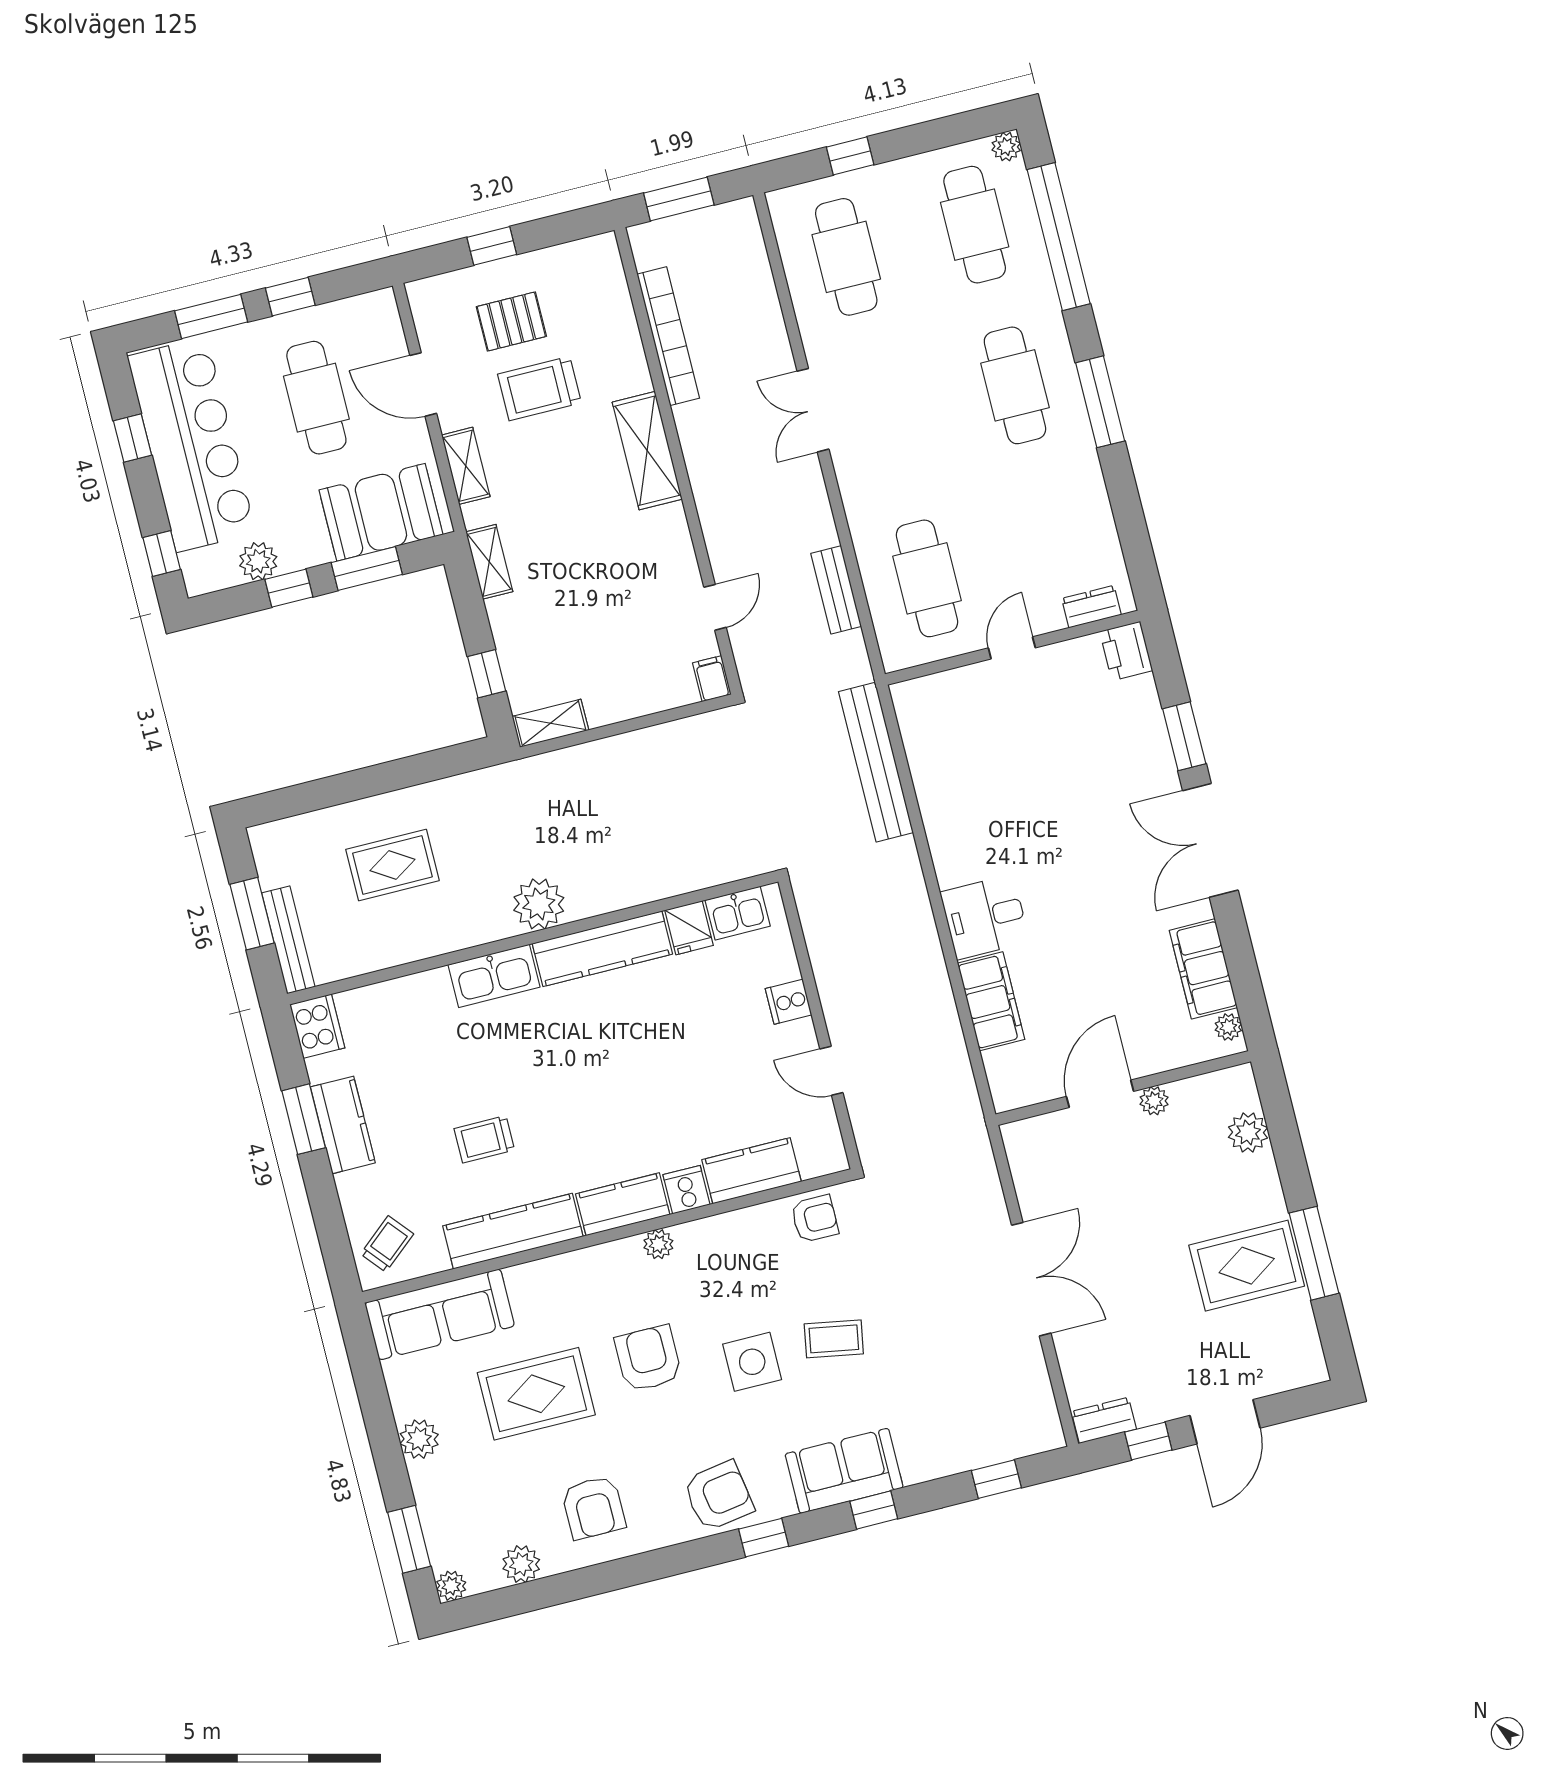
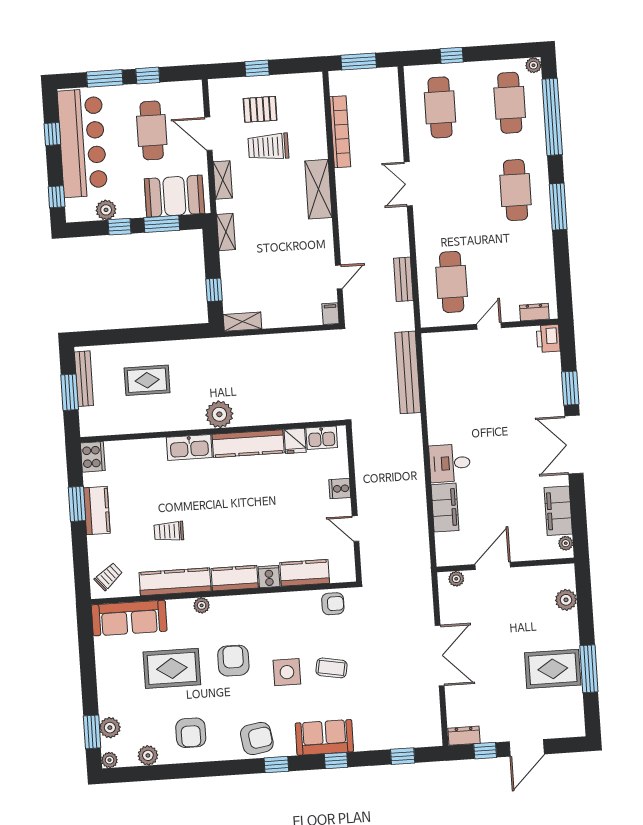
bench: (288, 940) -> (84, 379), moved
plant: (1154, 1101) -> (456, 579), moved
plant: (658, 1244) -> (202, 605), moved
plant: (419, 1439) -> (110, 728), moved

